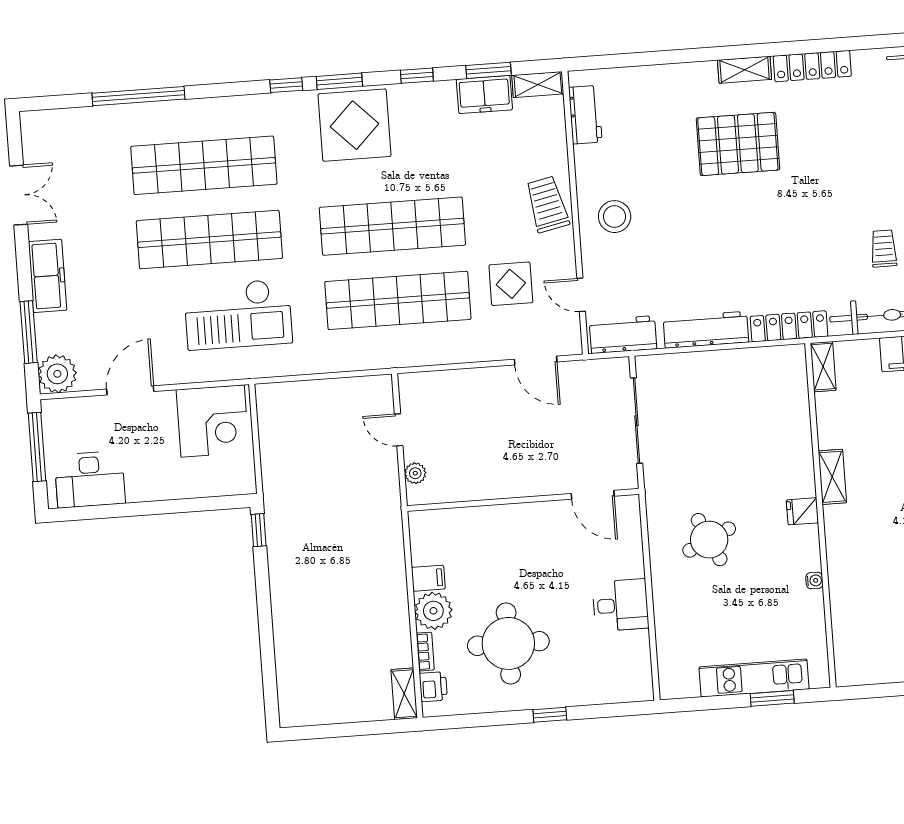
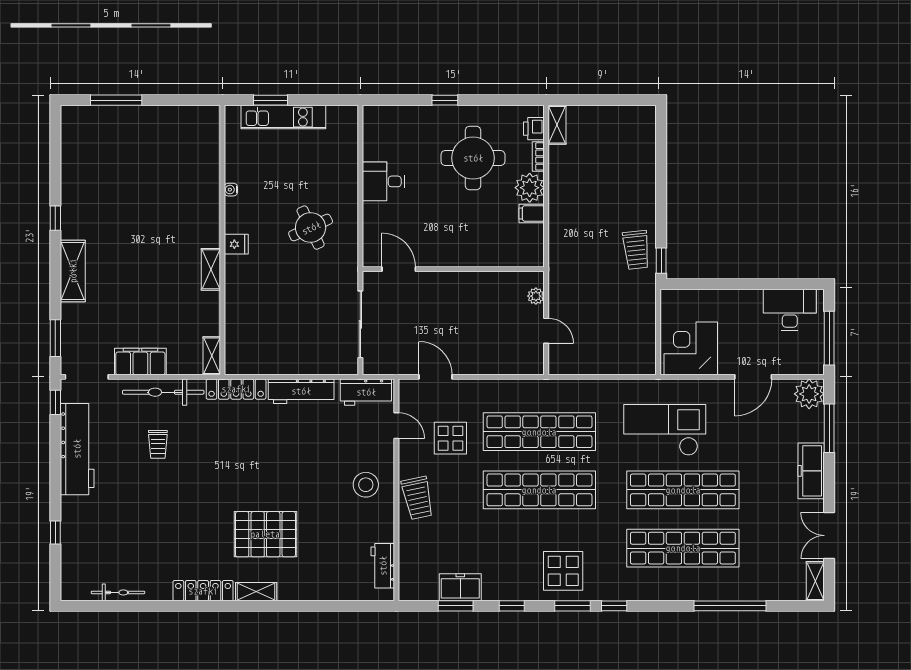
shelving: (538, 85) -> (815, 581), moved, turned 90
display table: (355, 125) -> (563, 571), width x0.73, depth x0.73
trolley: (291, 541) -> (636, 250), added

